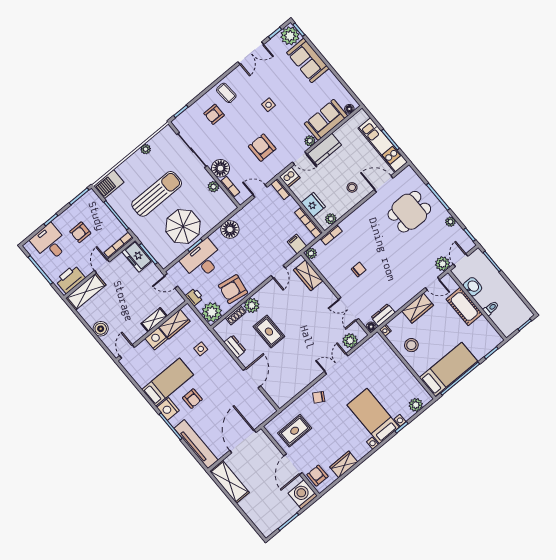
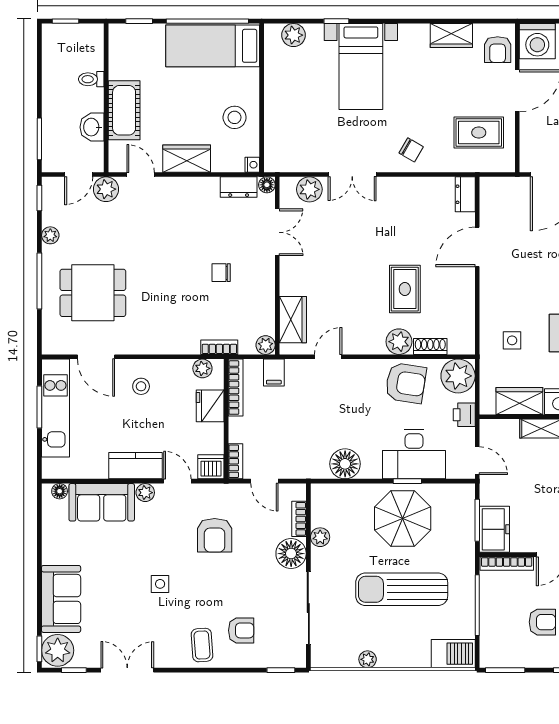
dresser: (235, 346) -> (465, 194), moved

